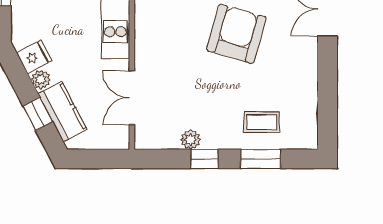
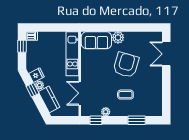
window: (38, 114) -> (33, 90), moved
coffee table: (262, 122) -> (125, 95), moved
window: (205, 159) -> (96, 120), moved

